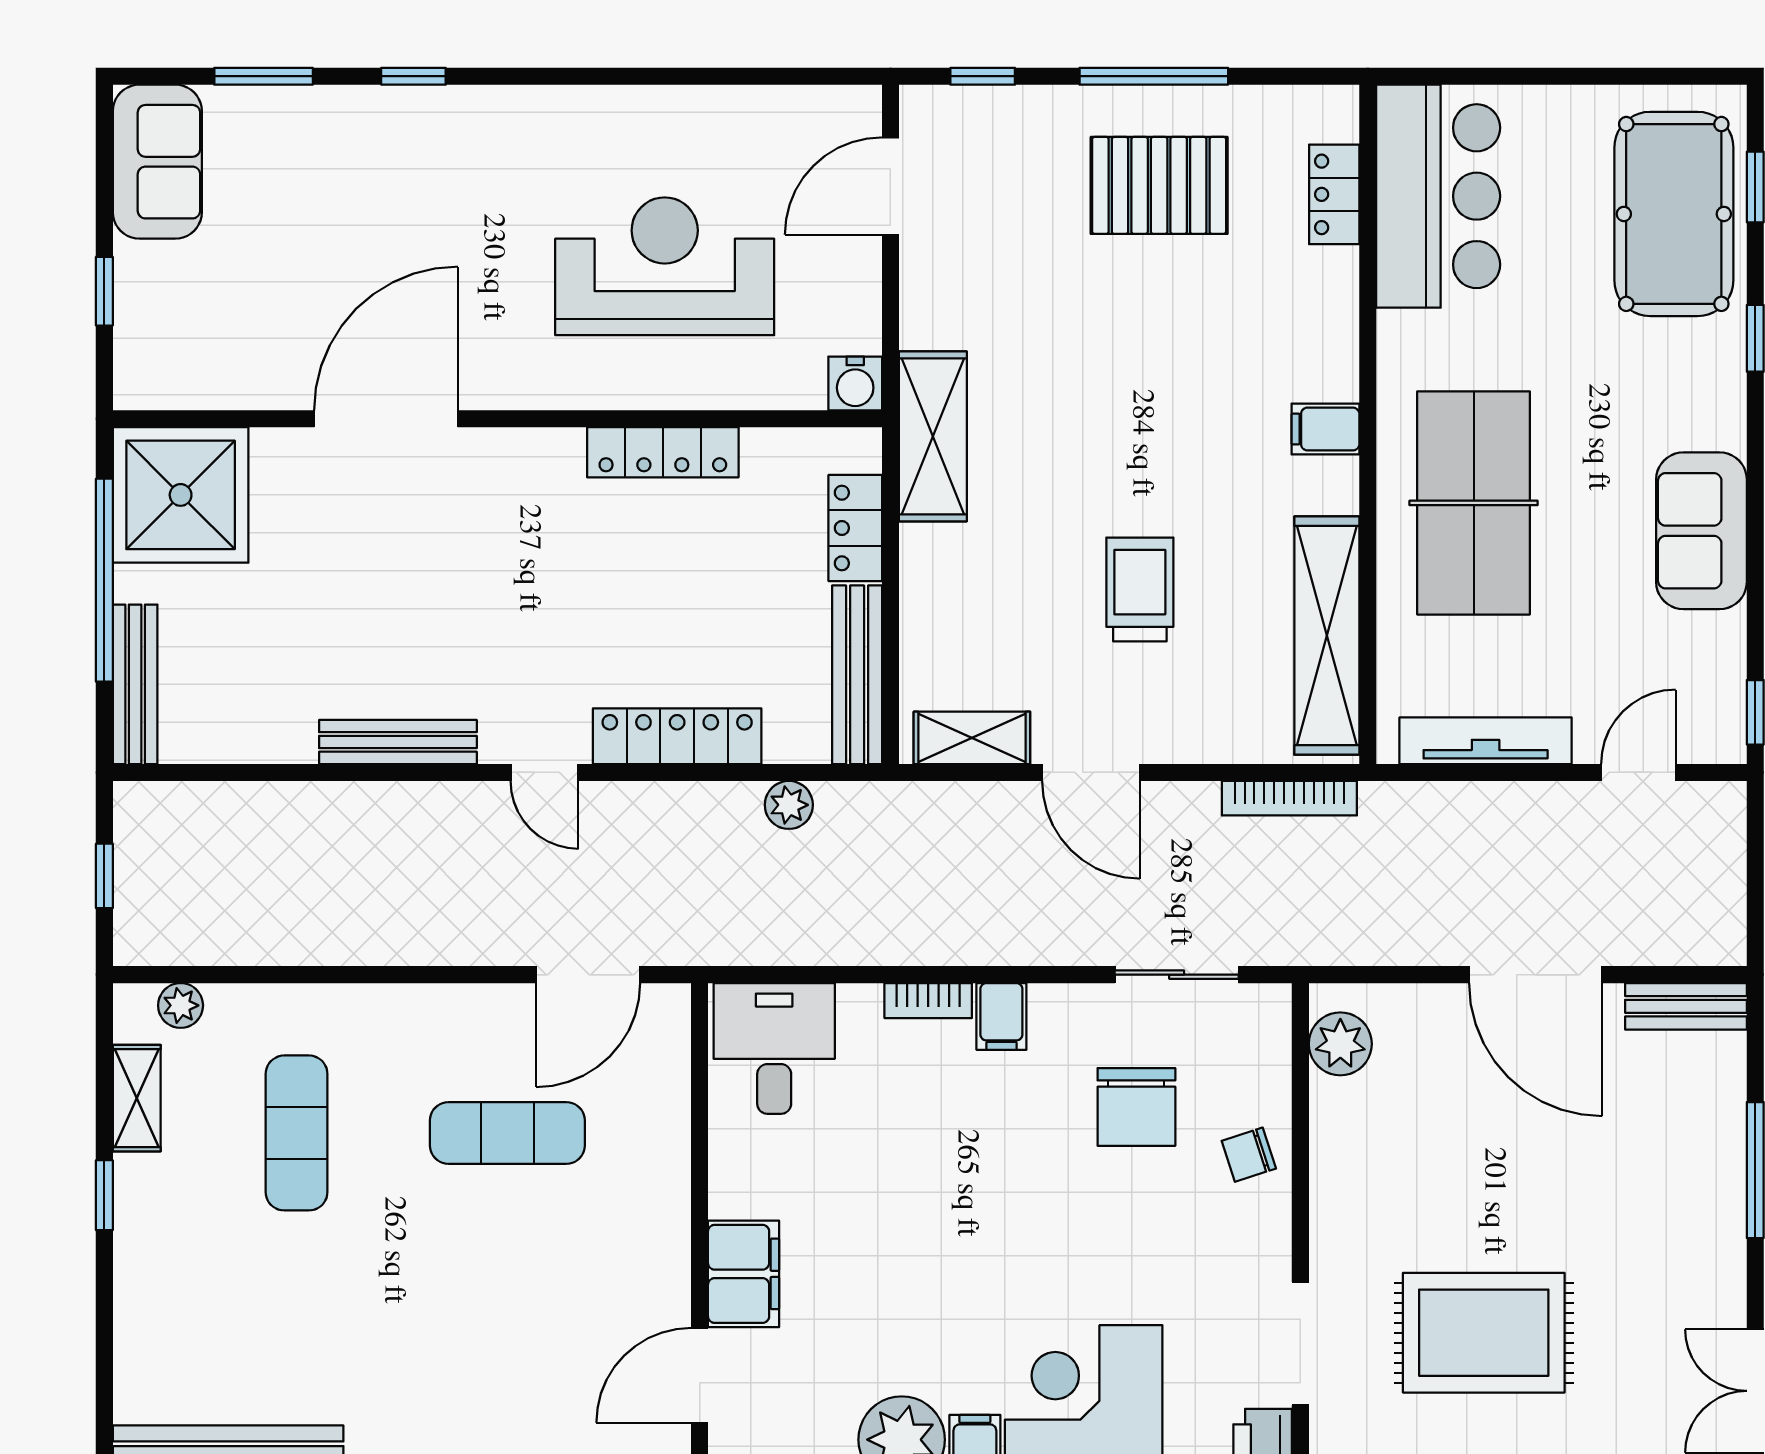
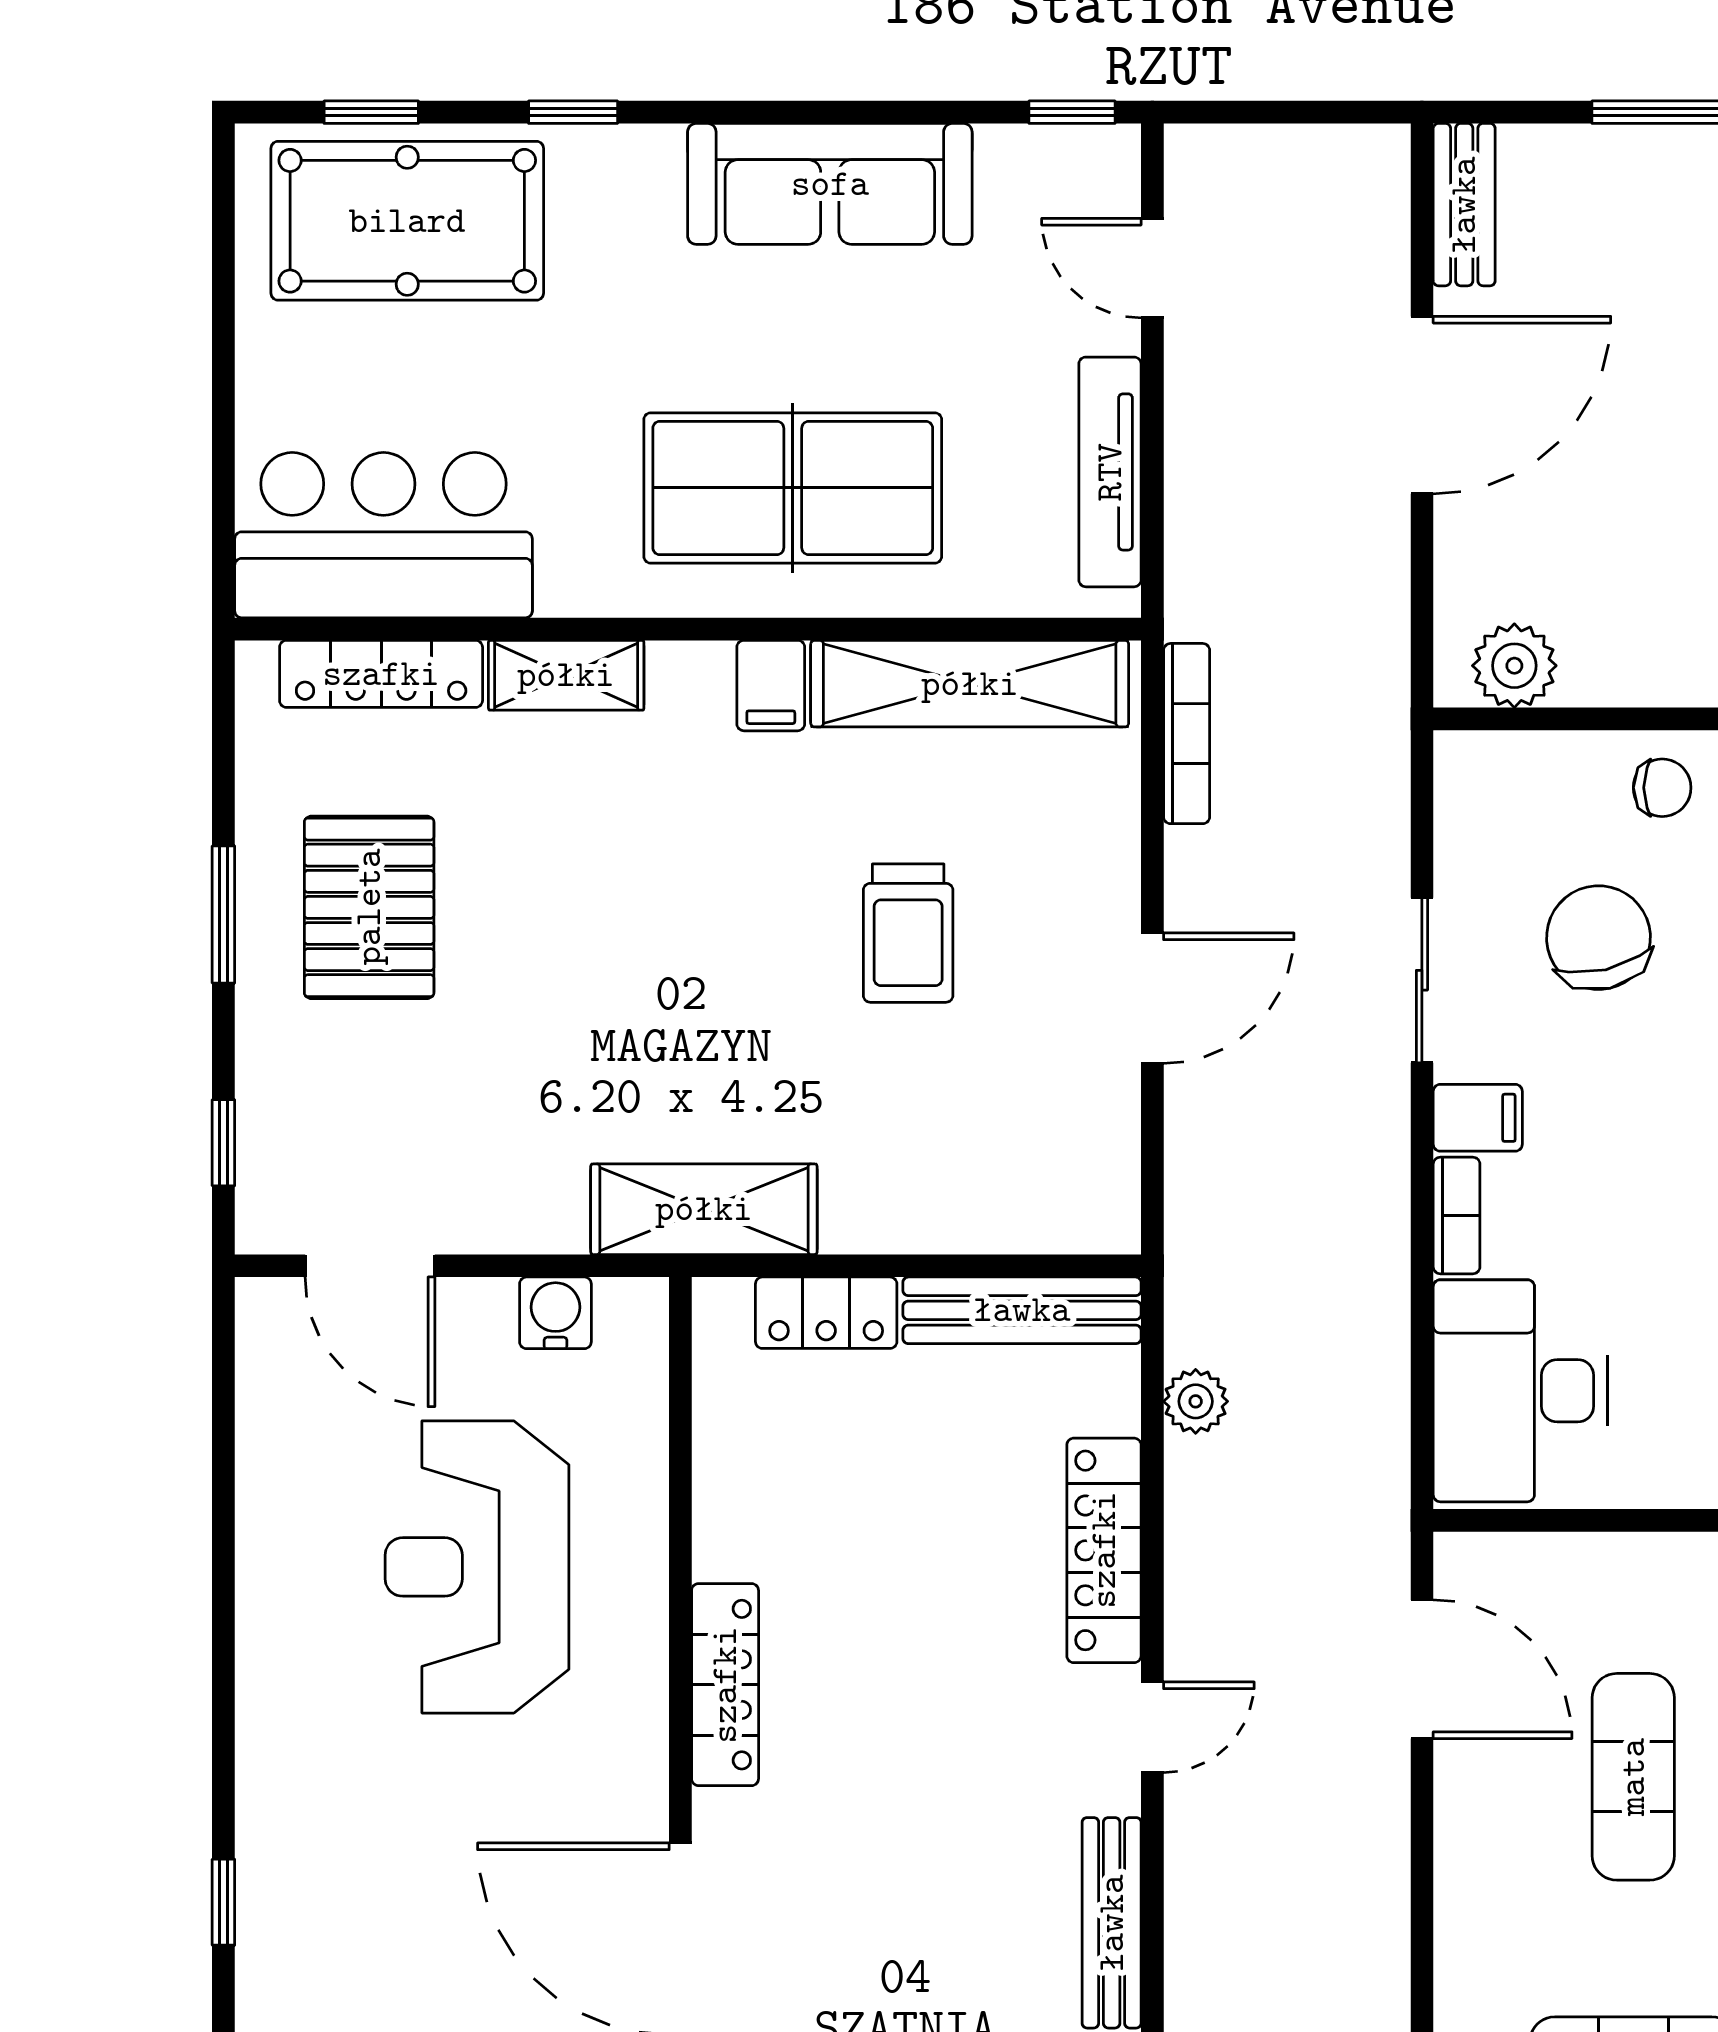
window: (1154, 76) -> (223, 914), width x0.69
locker: (1334, 194) -> (381, 674), width x1.53
water cooler: (855, 383) -> (555, 1313), moved, turned -90
filing cabinet: (1325, 429) -> (771, 686), moved
locker: (663, 452) -> (725, 1685), moved
sofa: (1701, 531) -> (830, 184), width x1.36
trolley: (1140, 589) -> (908, 933), turned -90
shelving: (972, 738) -> (566, 675), moved, turned 90
sliding door: (1177, 975) -> (1422, 980), moved
desk: (774, 1048) -> (1520, 1391), width x1.37
chair: (1136, 1107) -> (1598, 938), turned -103
chair: (1249, 1155) -> (1662, 788), turned -72

